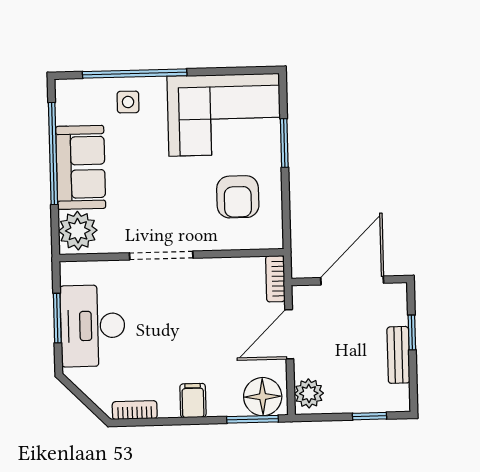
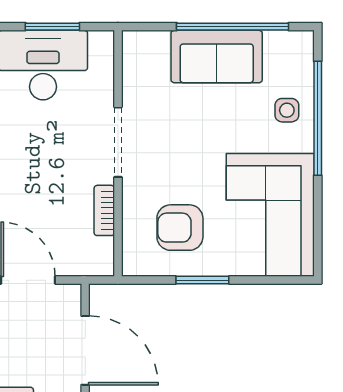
window: (284, 143) -> (202, 280), moved
plant: (78, 231) -> (147, 52), removed
bookcase: (275, 279) -> (104, 210), moved, turned -90

